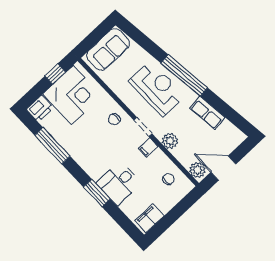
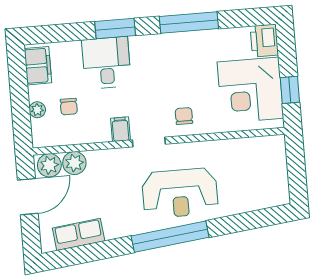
sofa: (108, 49) -> (270, 173), removed
row of seats: (207, 113) -> (79, 234), moved
plant: (170, 141) -> (74, 163), moved
window: (52, 146) -> (189, 22), moved
chair: (168, 179) -> (69, 107), moved
plant: (173, 200) -> (37, 110), added

